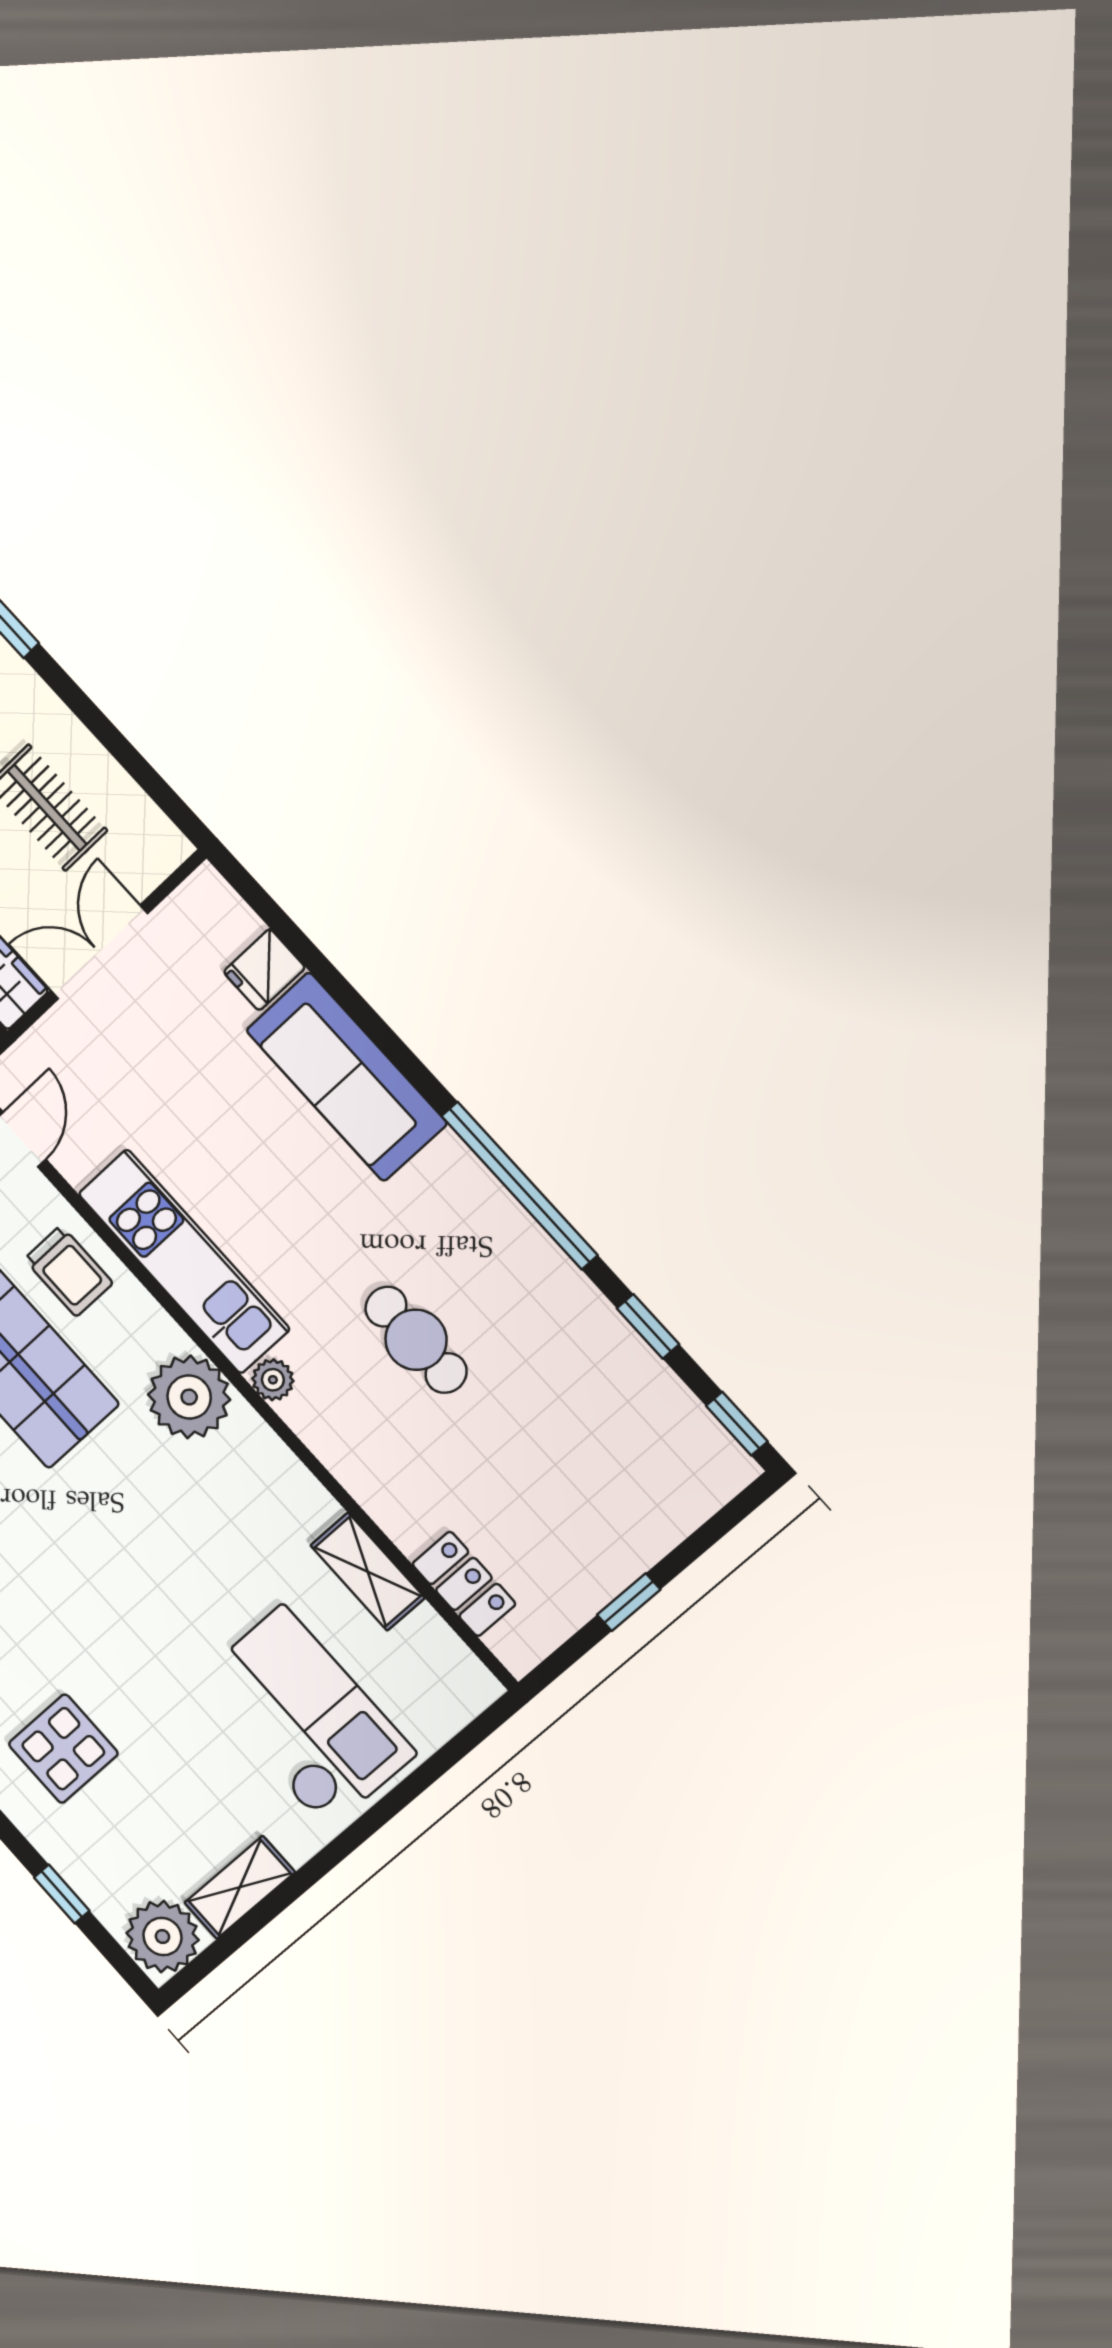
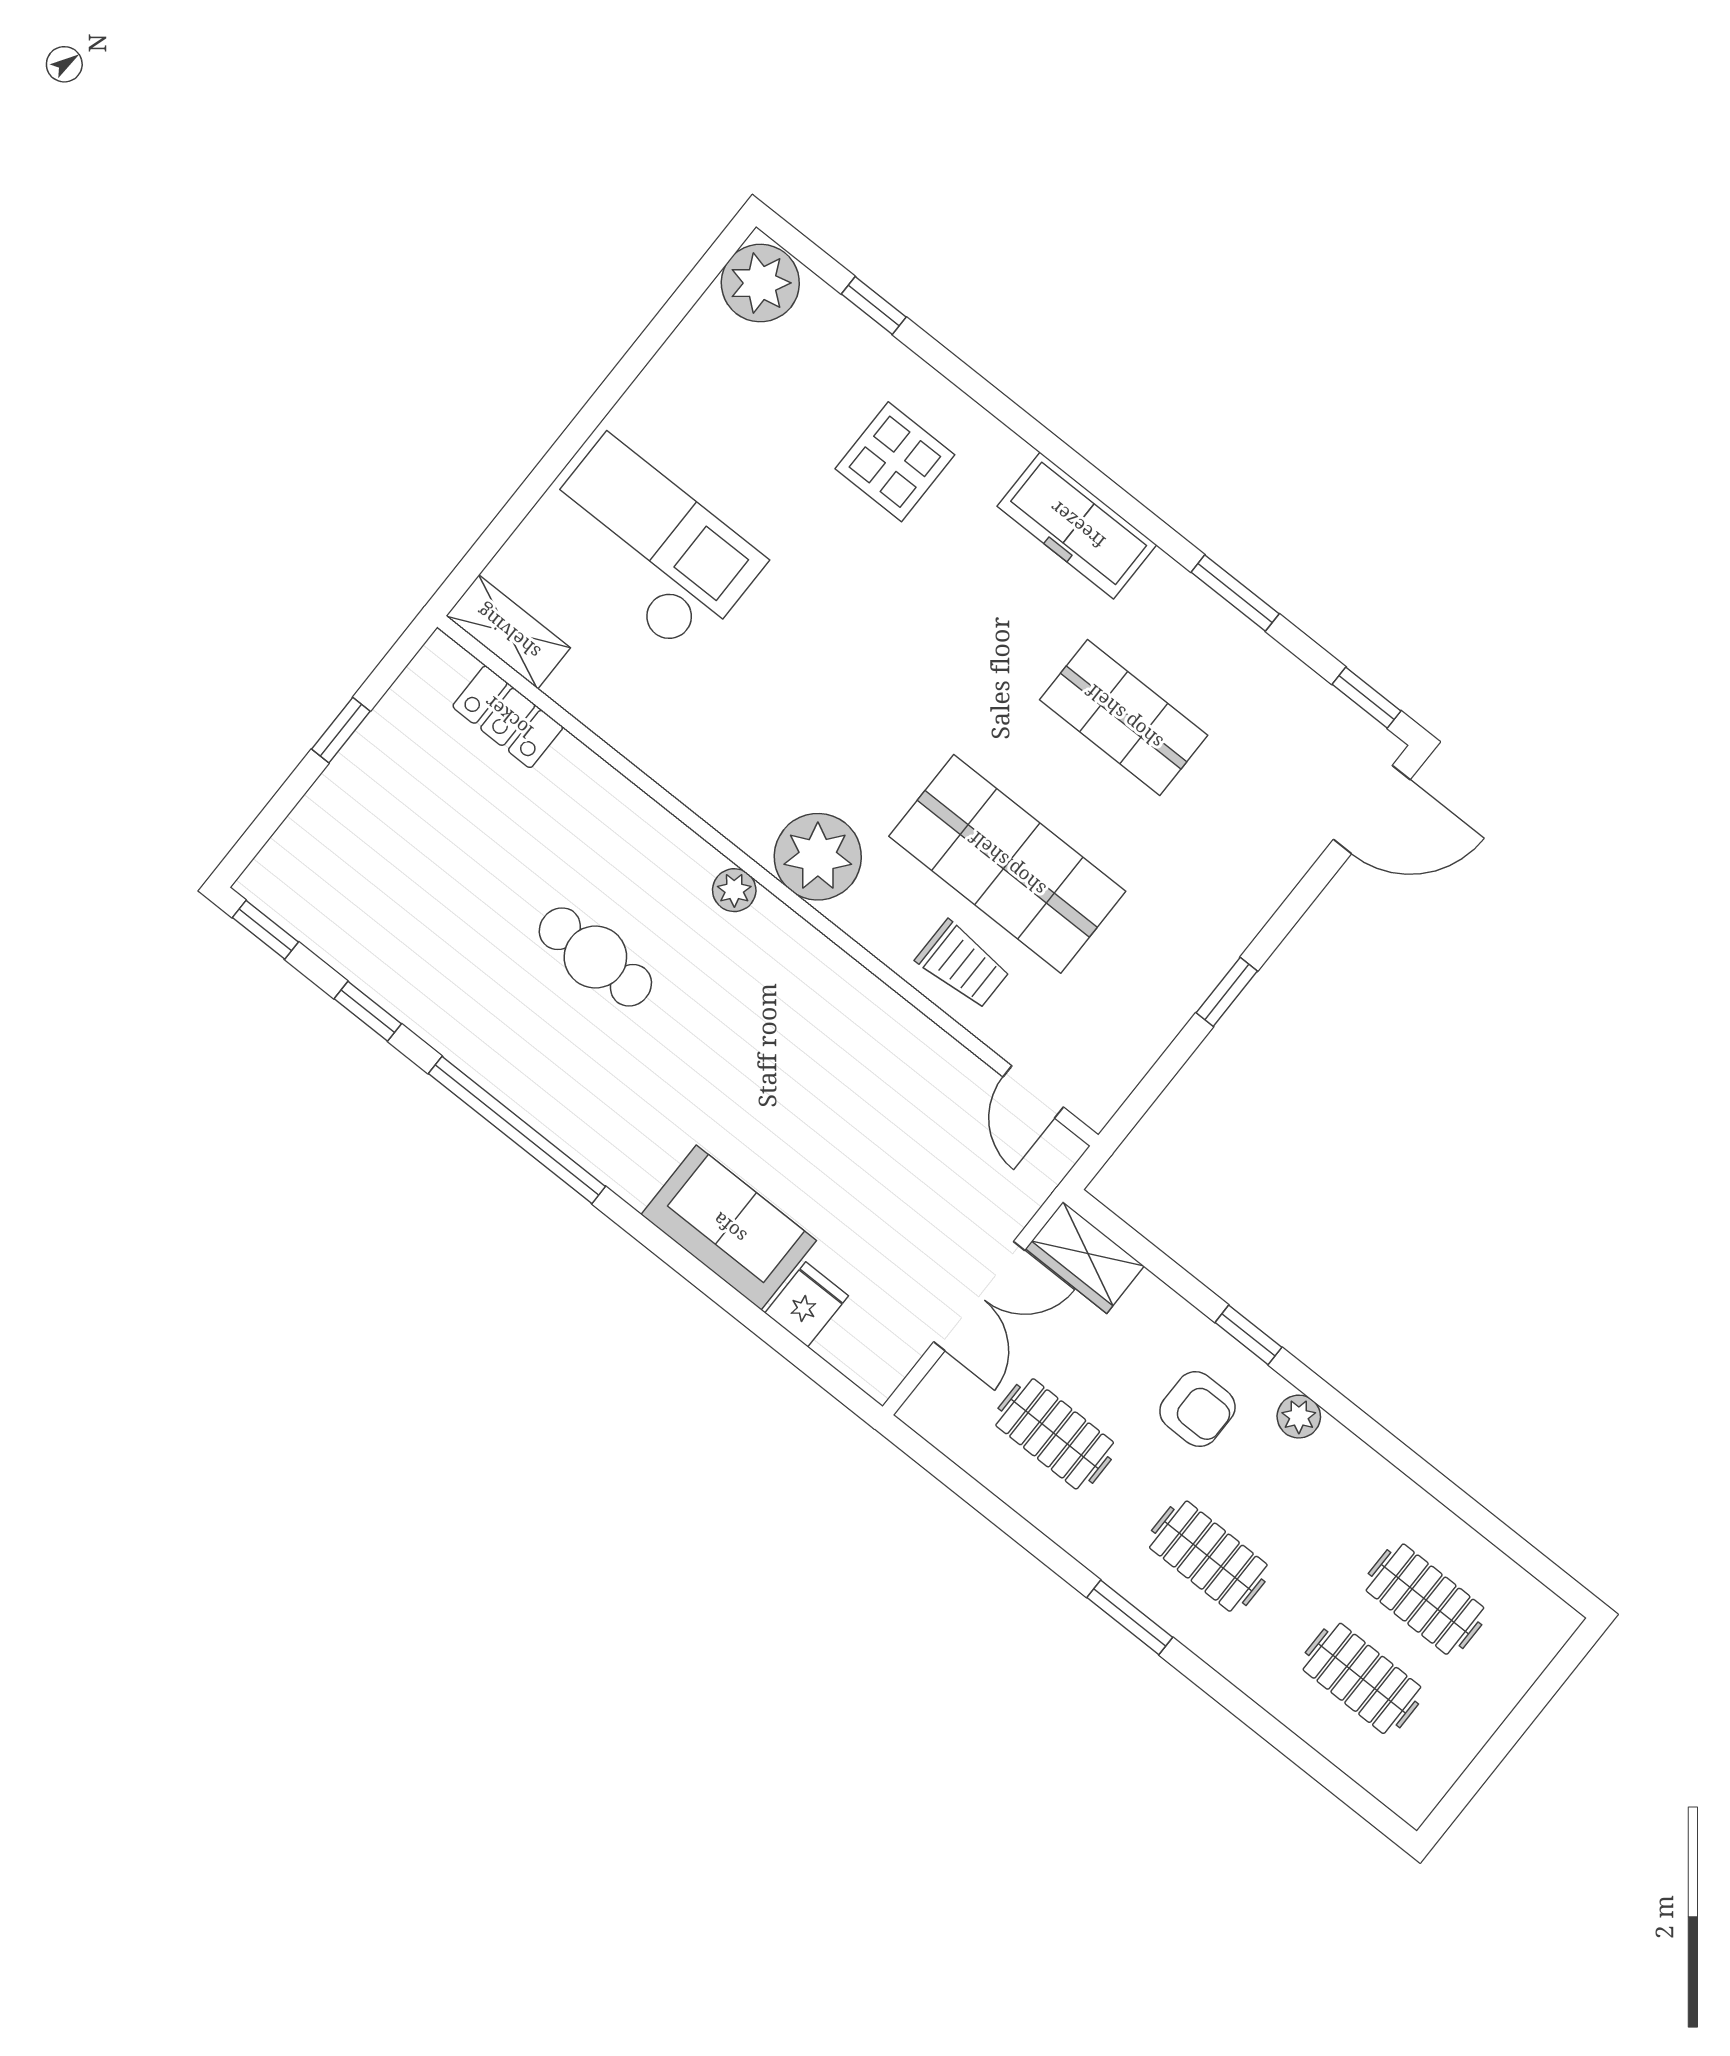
sofa: (346, 1077) -> (729, 1228), width x0.73
kitchen unit: (184, 1261) -> (844, 995), removed
trolley: (68, 1271) -> (963, 965), turned 180
shelving: (368, 1572) -> (508, 632), moved
checkout: (305, 1718) -> (648, 546), turned 180
shelving: (240, 1887) -> (688, 353), removed

